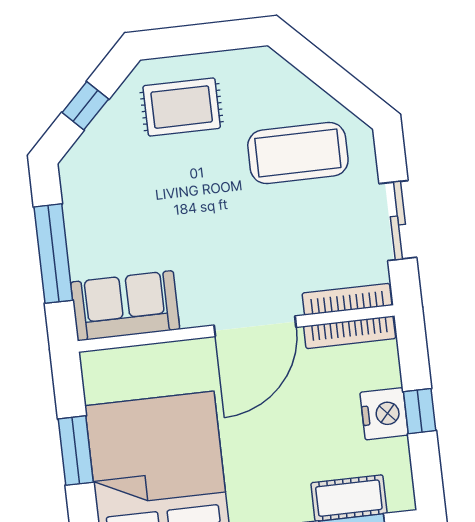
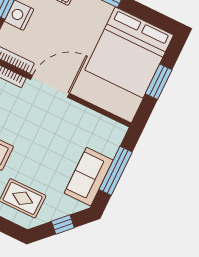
sofa: (125, 306) -> (89, 177), moved, turned 90

